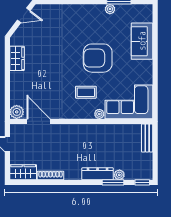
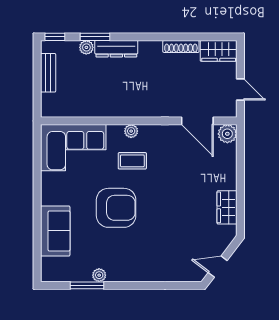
plant: (99, 114) -> (131, 131), moved
bench: (147, 138) -> (48, 73), moved

